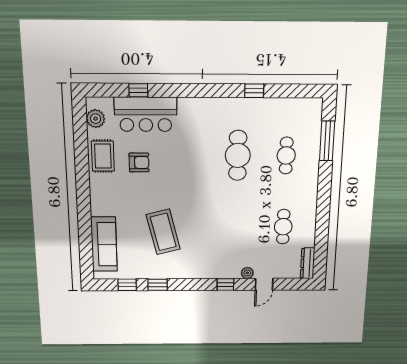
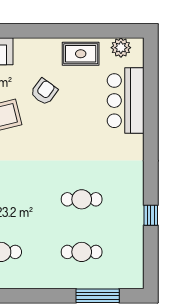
window: (138, 90) -> (151, 93), removed
cafe table: (238, 155) -> (82, 199), width x0.73, depth x0.74
armchair: (139, 162) -> (44, 92), moved, turned -144

